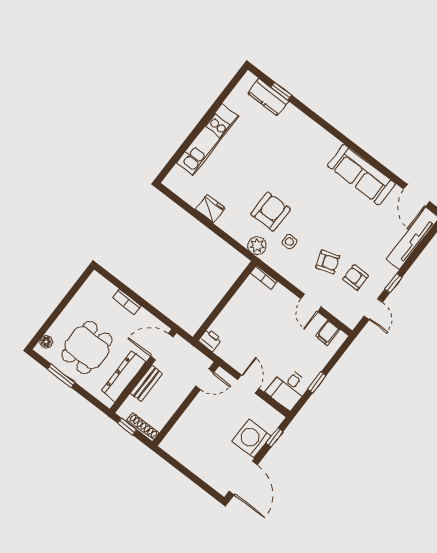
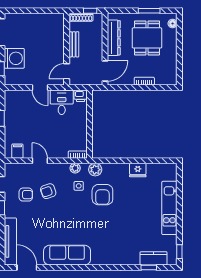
window: (234, 82) -> (179, 252), added
plant: (278, 264) -> (75, 168), added
bench: (146, 383) -> (74, 44), moved
desk: (288, 388) -> (62, 102), moved

